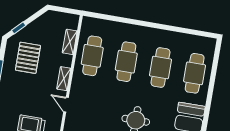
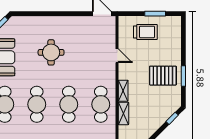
pallet: (28, 58) -> (163, 76), moved, turned 90
shelving: (64, 79) -> (123, 91), moved

